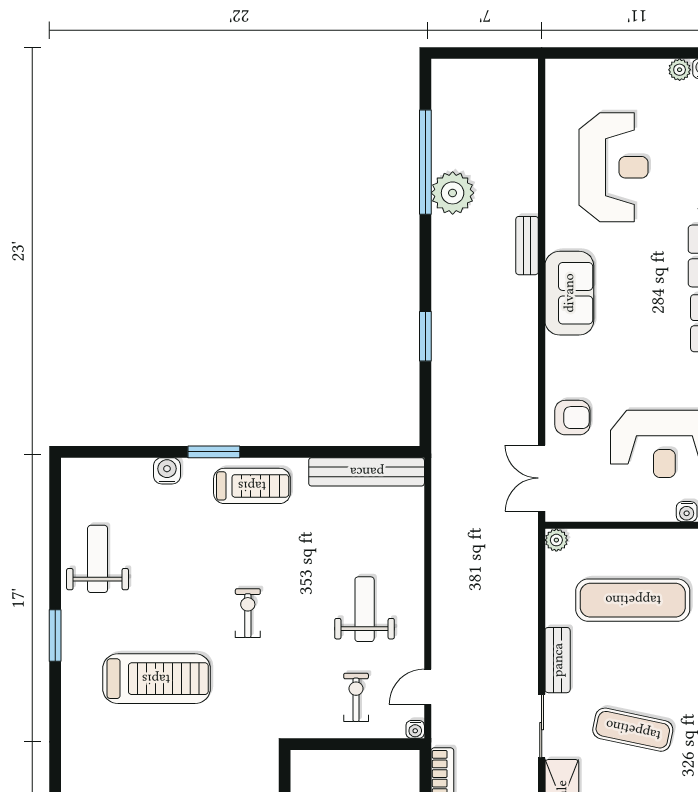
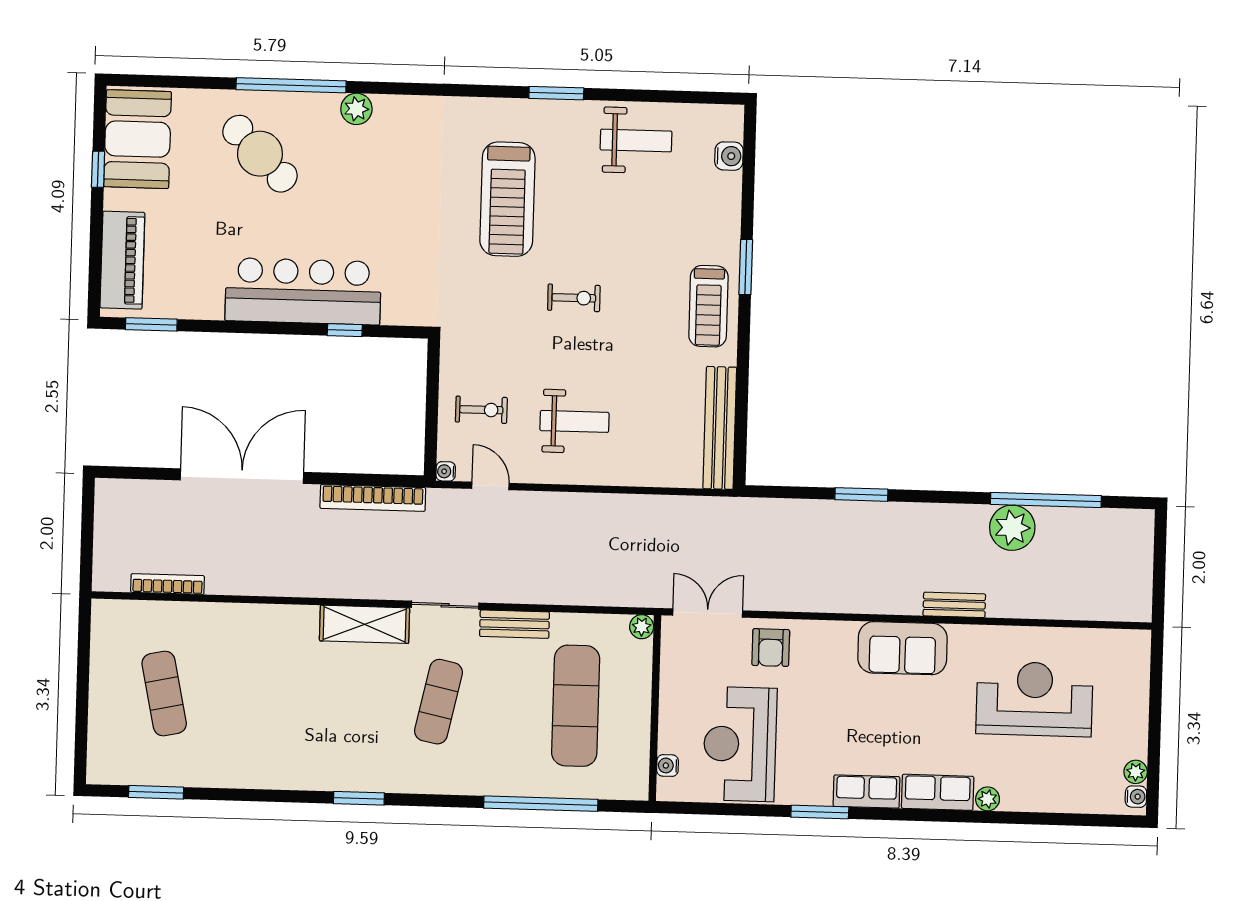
reception desk: (614, 167) -> (1034, 699), turned 180
water cooler: (167, 471) -> (729, 156), moved

